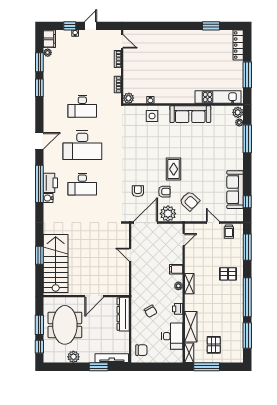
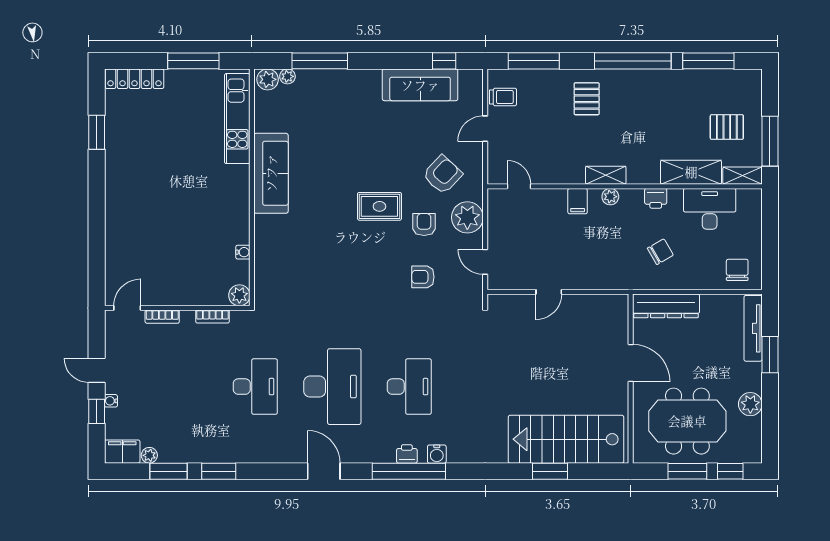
side table: (152, 116) -> (275, 249), removed
printer: (50, 183) -> (407, 454), width x0.53, depth x0.68
door: (145, 223) -> (485, 262), width x0.53

